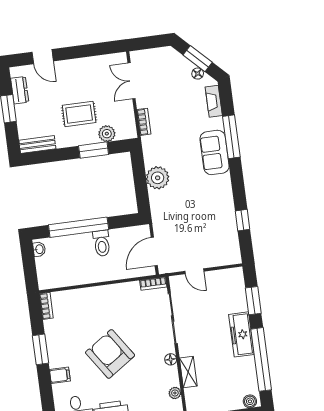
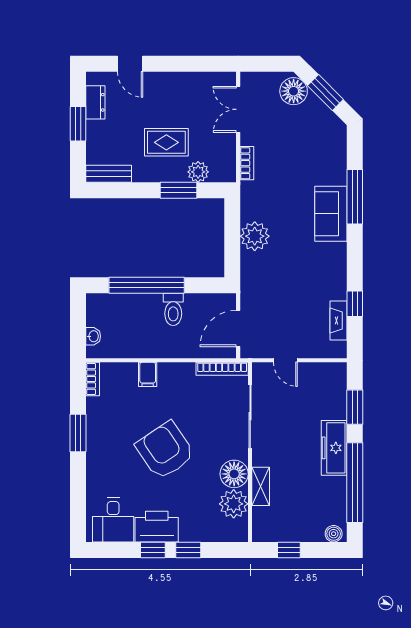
floor lamp: (198, 74) -> (294, 91), moved, width x1.89, depth x1.89
fireplace: (214, 101) -> (338, 320), moved
washbasin: (39, 249) -> (93, 336), moved
bookcase: (153, 284) -> (222, 369), width x1.56
floor lamp: (171, 359) -> (234, 474), width x1.89, depth x1.89
filing cabinet: (60, 375) -> (148, 374), moved, turned 90
plant: (175, 393) -> (234, 504), width x1.87, depth x1.87

